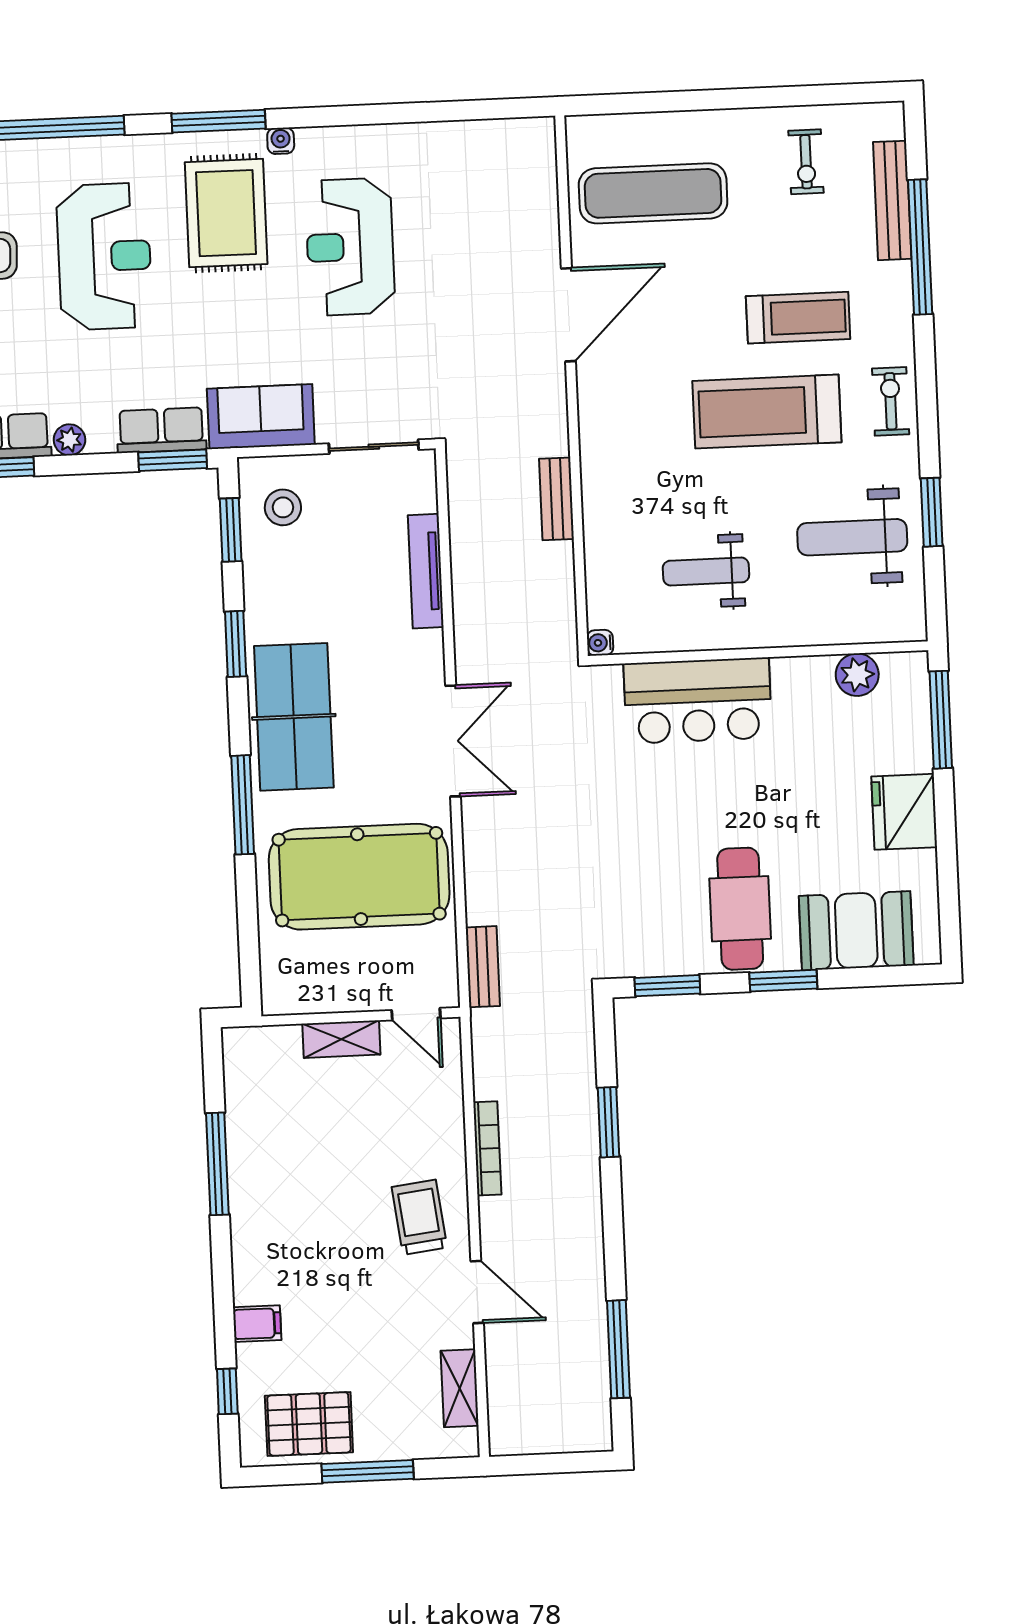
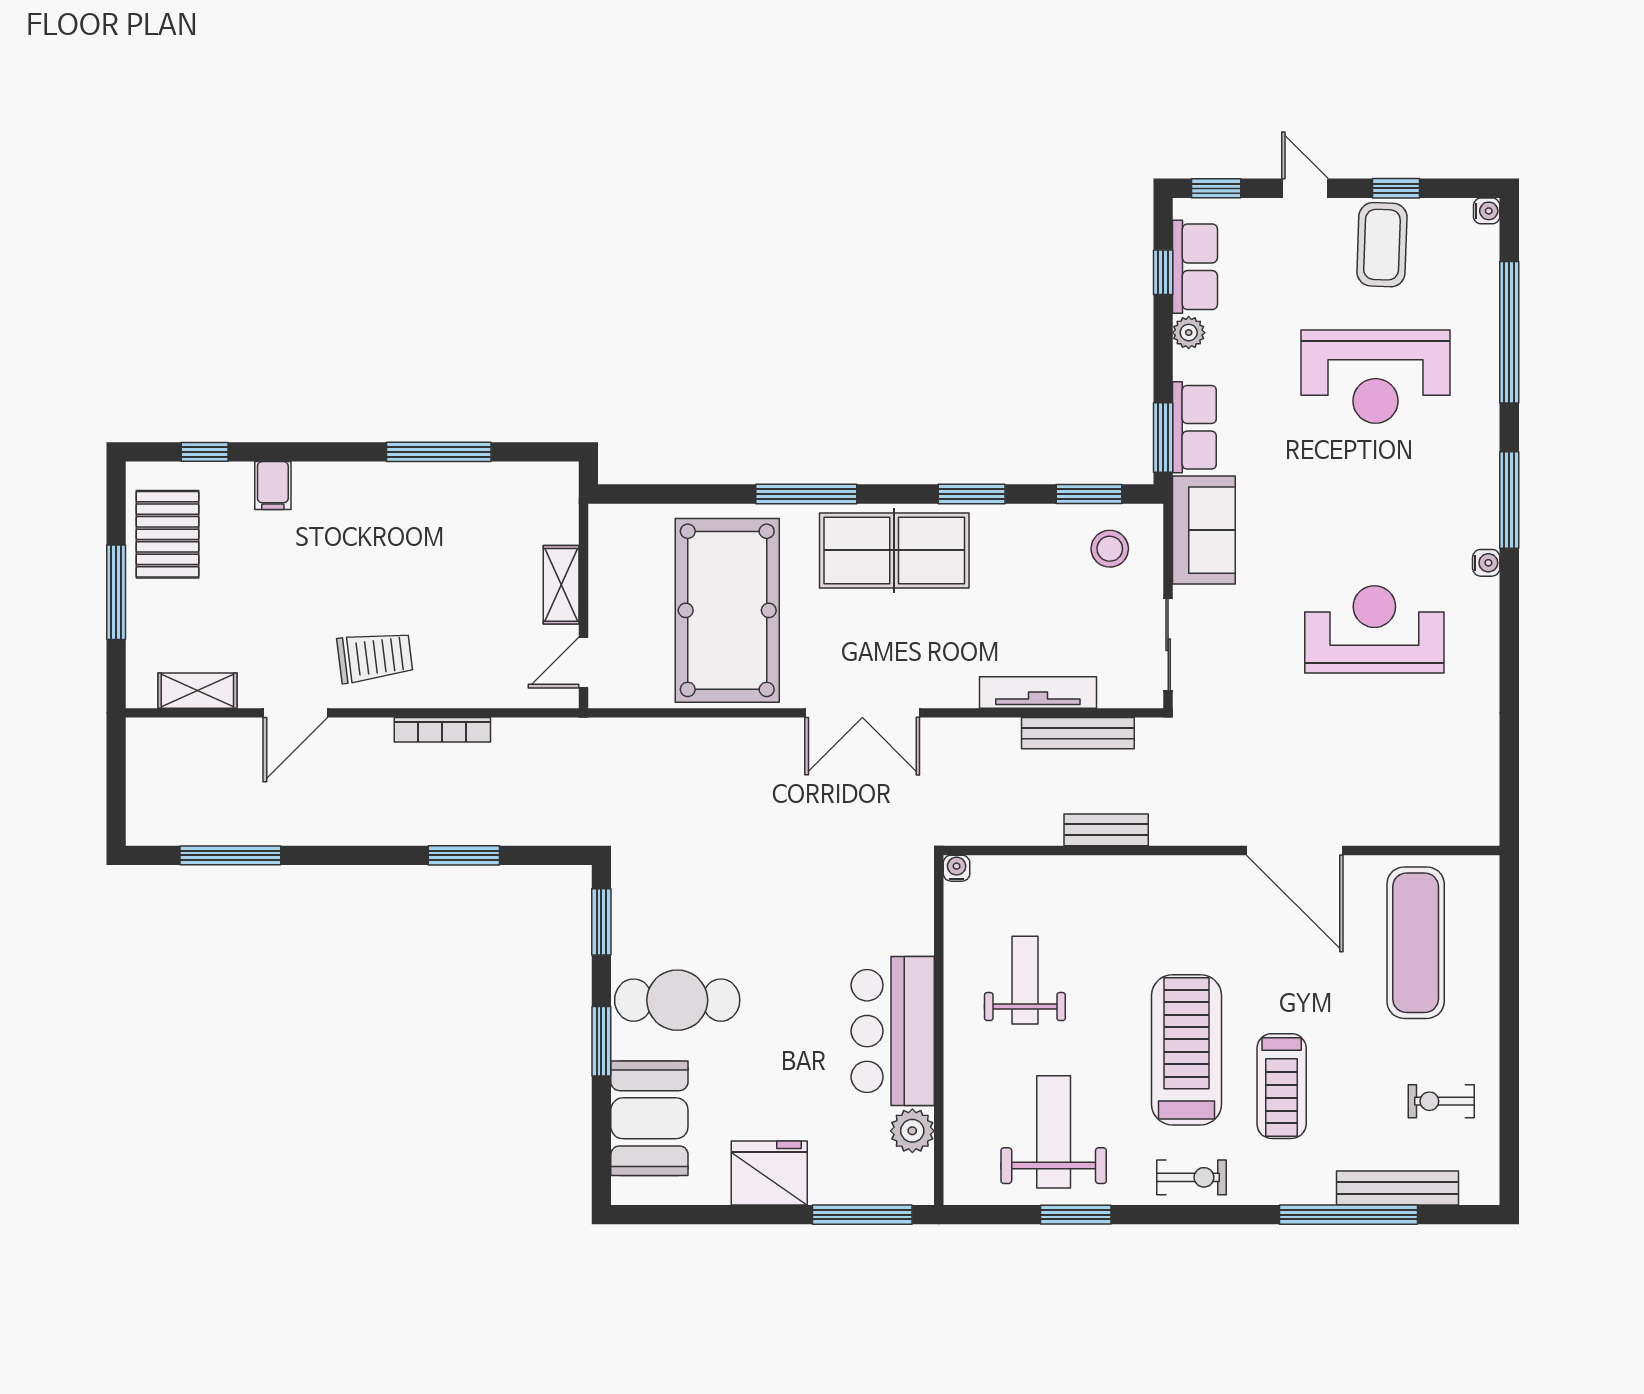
rug: (226, 213) -> (1414, 503), removed
bar counter: (698, 701) -> (893, 1031), moved
bench: (483, 967) -> (1078, 733), moved, width x1.36

